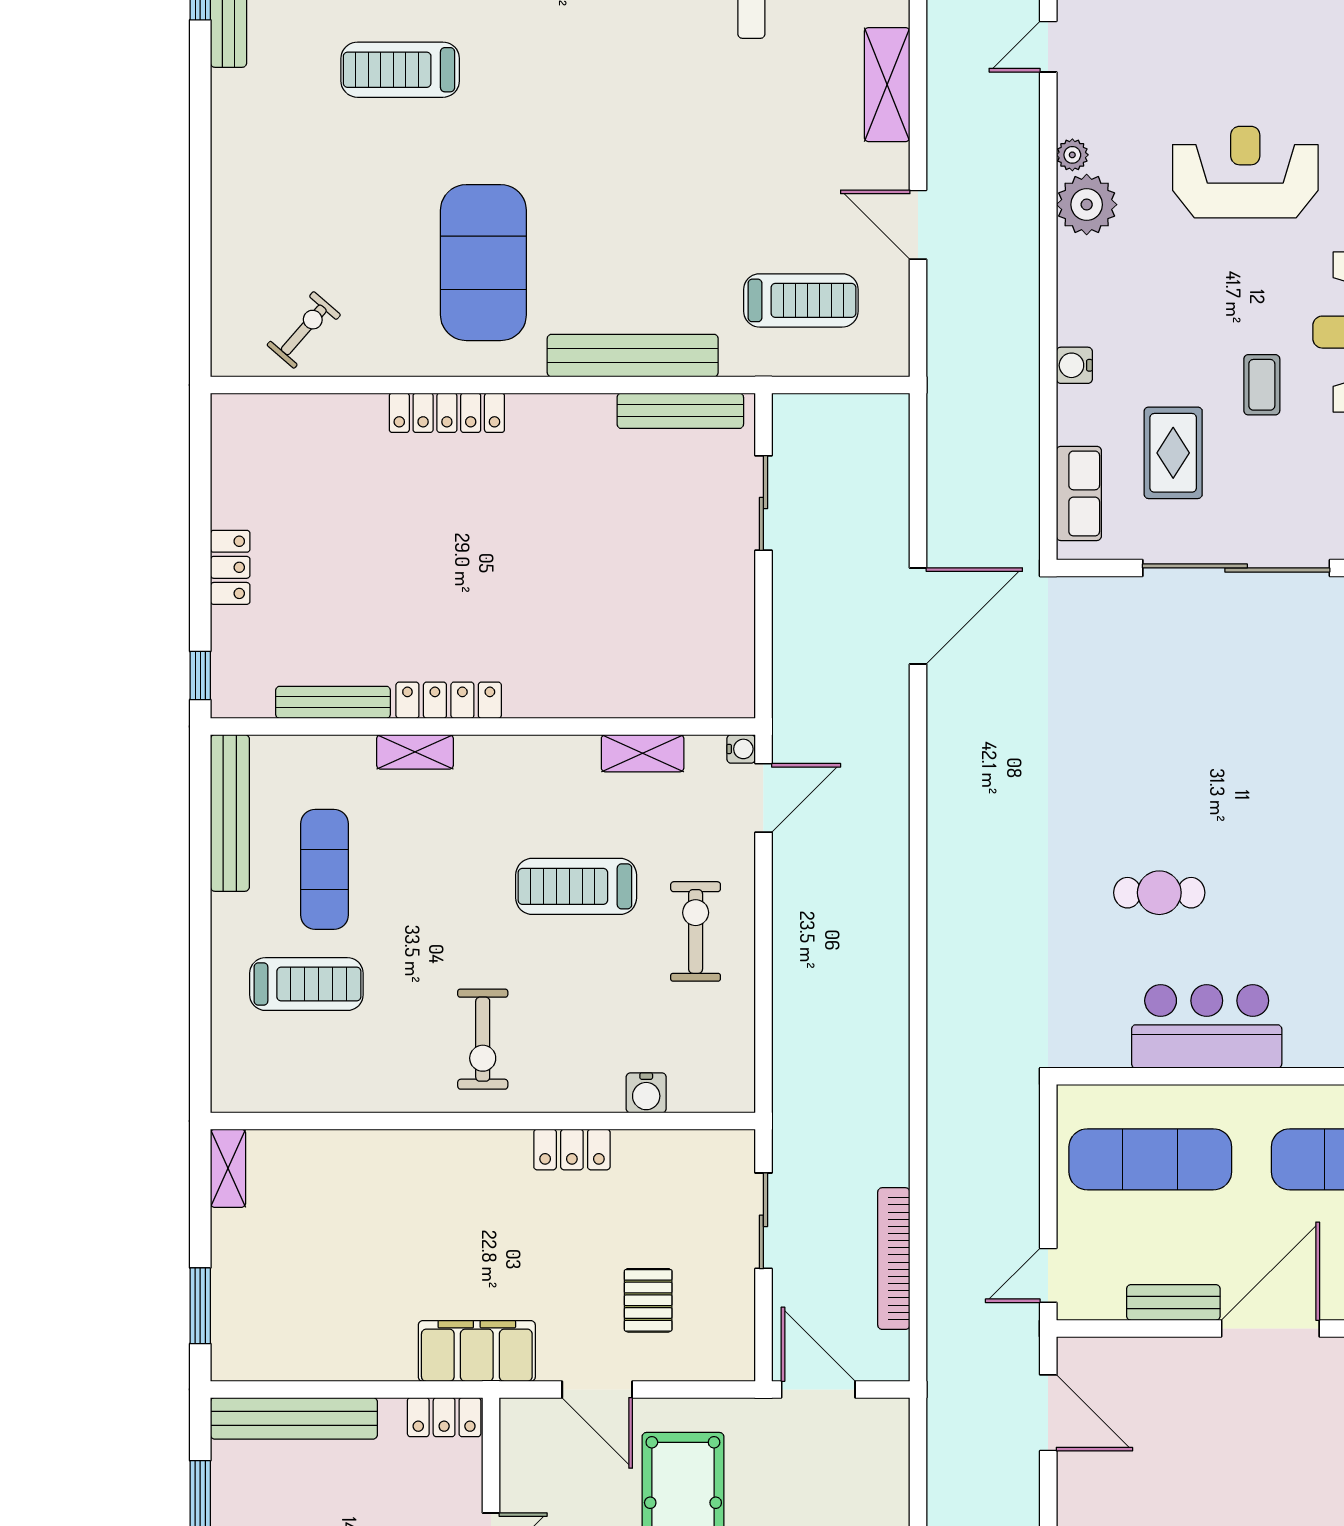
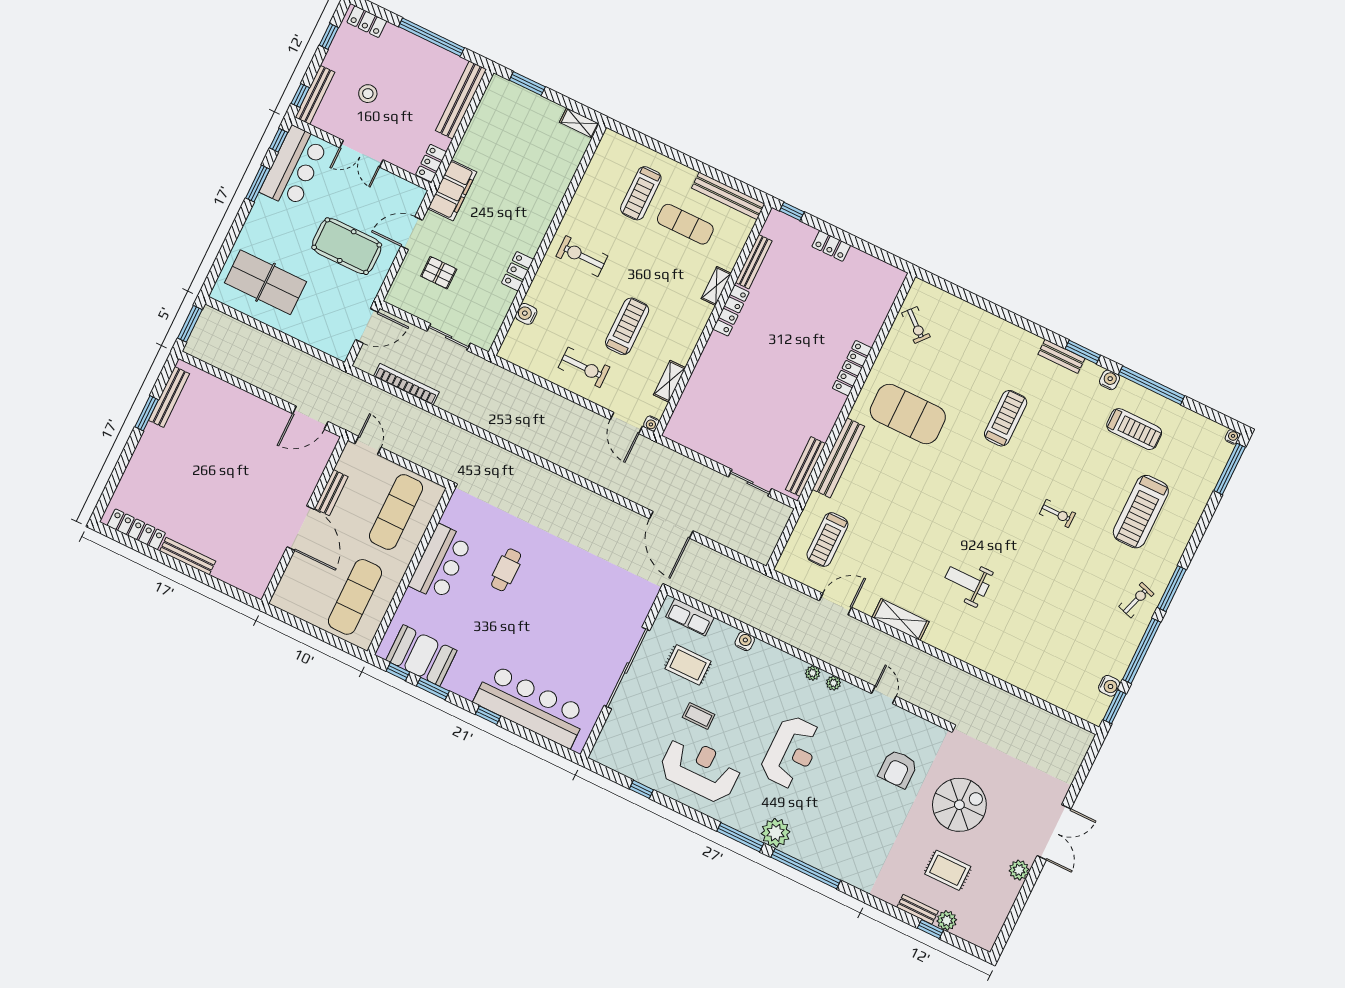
plant: (1087, 205) -> (813, 673), width x0.53, depth x0.53

